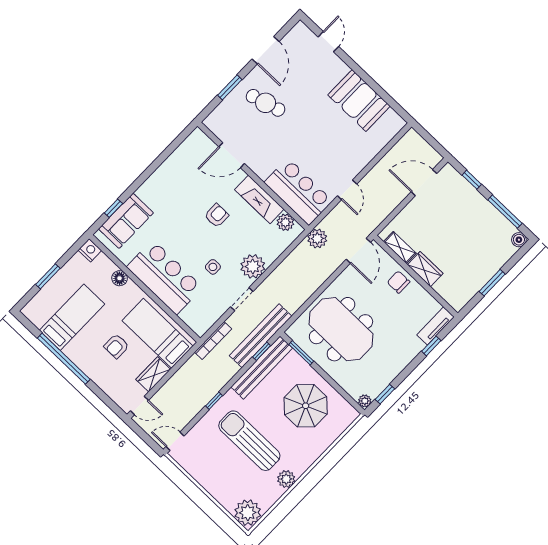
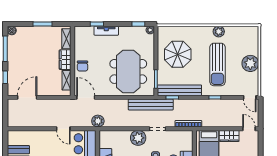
door: (424, 183) -> (27, 97), swing flipped
door: (347, 190) -> (63, 129), swing flipped
plant: (285, 222) -> (104, 142), removed
door: (358, 251) -> (86, 97), hinge flipped
shelving: (448, 294) -> (66, 39), added
tv unit: (436, 326) -> (106, 31), moved
bench: (261, 336) -> (151, 105), moved
plant: (248, 513) -> (250, 63), moved

